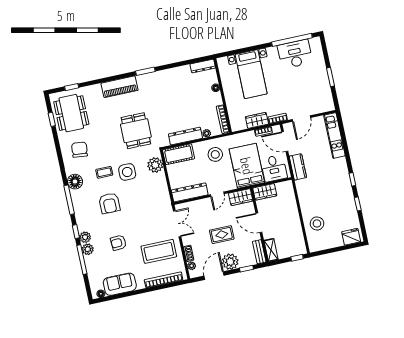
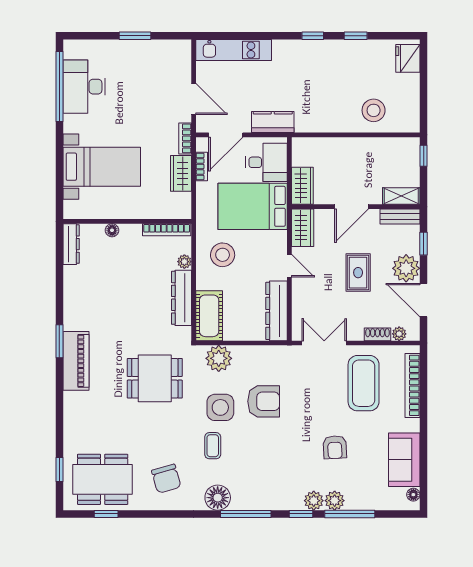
piano: (120, 87) -> (76, 361), moved
chair: (80, 150) -> (166, 479), turned -112
armchair: (109, 203) -> (264, 401), moved

